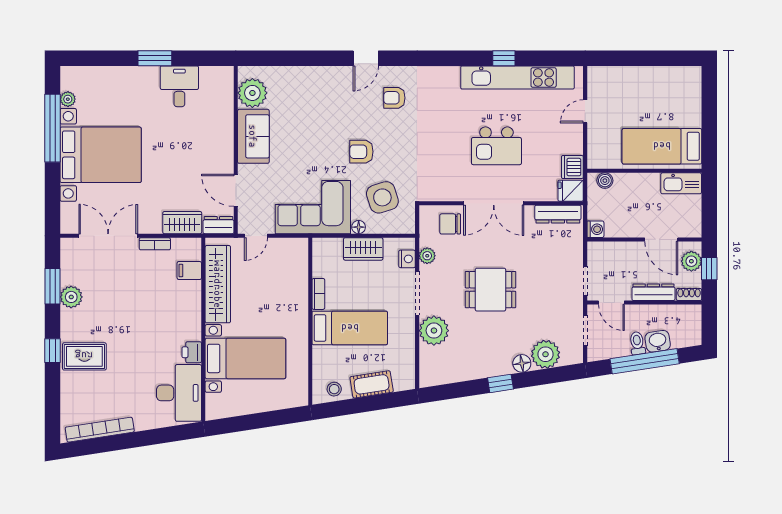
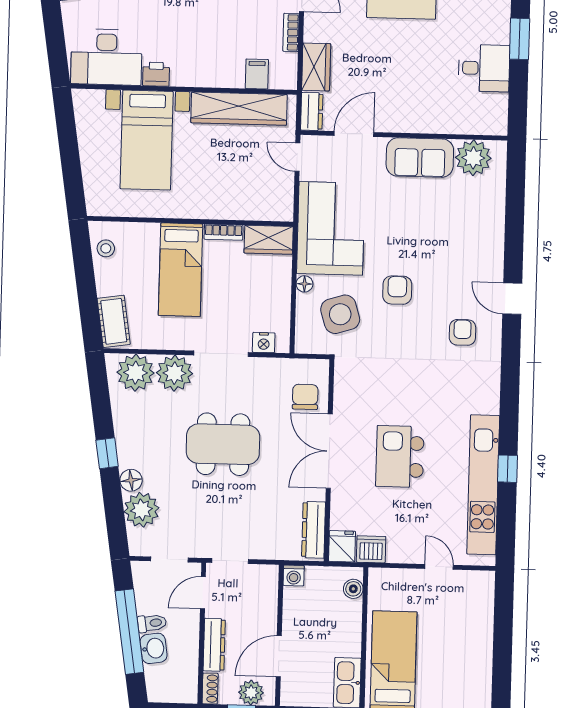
wardrobe: (363, 249) -> (269, 240), moved, turned -90
plant: (427, 256) -> (135, 373), moved, width x1.88, depth x1.88
dining table: (490, 290) -> (223, 444), width x1.38
cot: (372, 384) -> (114, 321), moved

